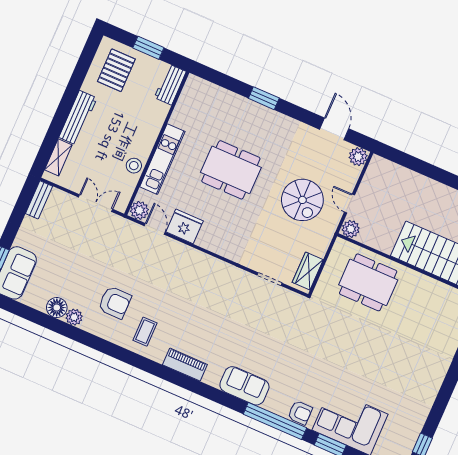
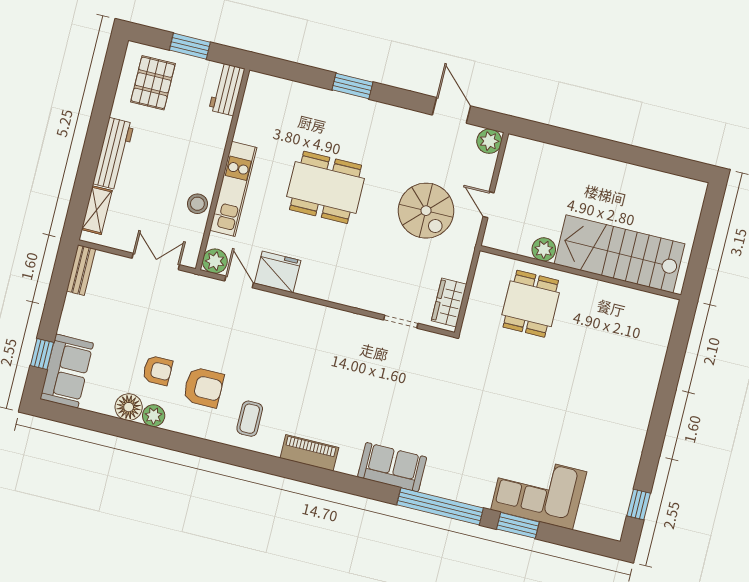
plant: (351, 229) -> (544, 249), moved
dining table: (368, 282) -> (531, 304), width x0.73
armchair: (300, 413) -> (157, 370), moved

